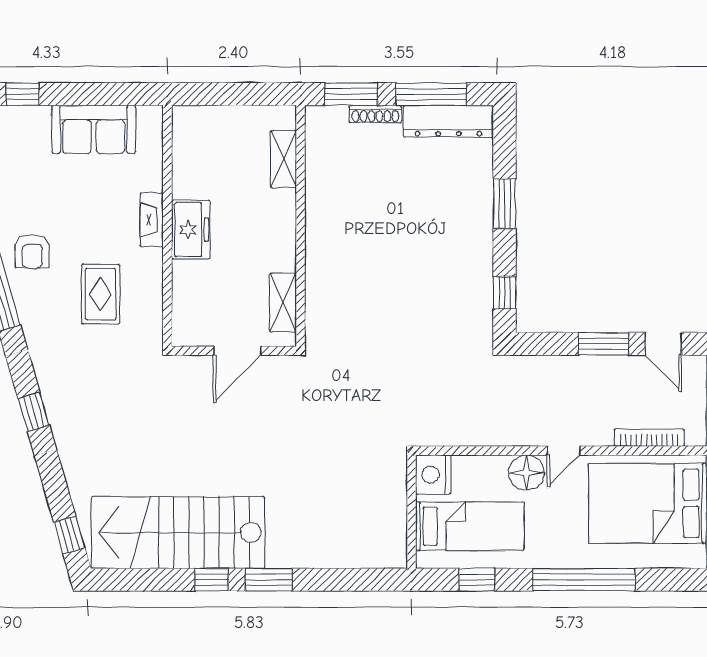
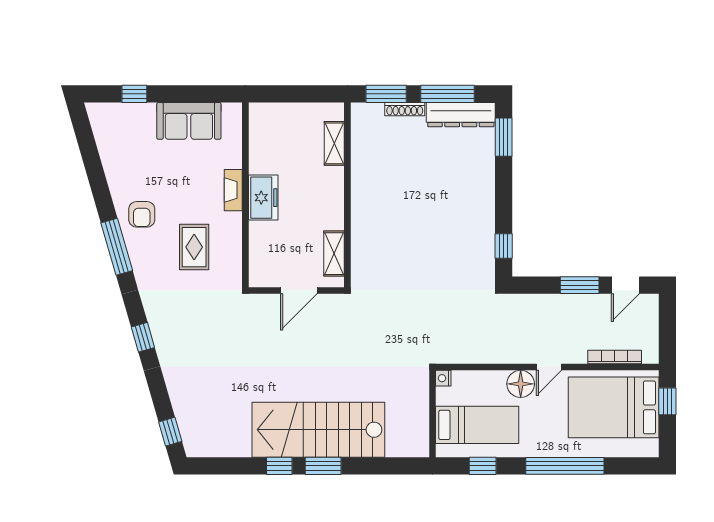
window: (504, 204) -> (504, 137), moved
door: (663, 344) -> (625, 285), hinge flipped
nightstand: (433, 474) -> (443, 378), width x0.53, depth x0.56
stairs: (178, 533) -> (318, 430), moved

